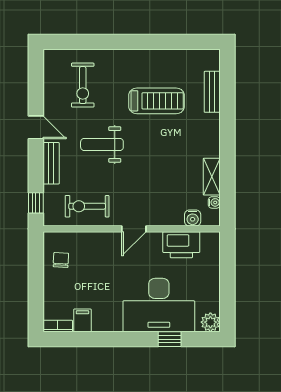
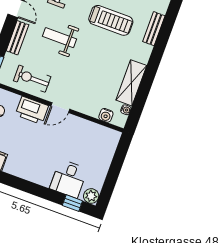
shelving: (212, 177) -> (131, 83), width x1.50, depth x1.33
printer: (181, 245) -> (32, 110), moved
desk: (159, 305) -> (69, 179), width x0.53, depth x0.77
window: (170, 339) -> (72, 203), moved

